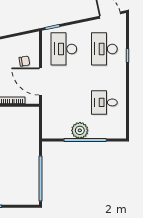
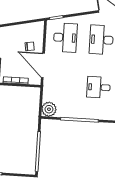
desk: (64, 49) -> (65, 38), turned 180
plant: (80, 130) -> (49, 109), moved

